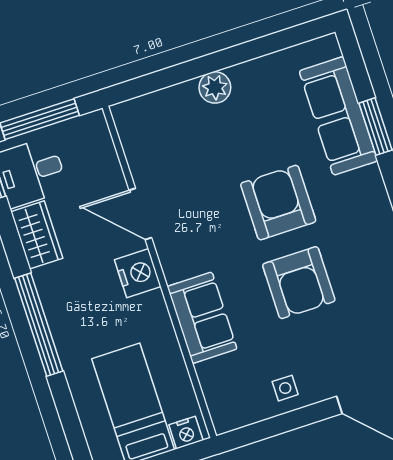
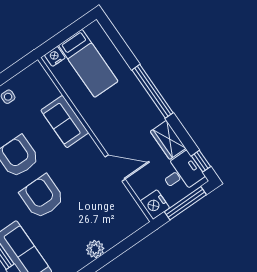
armchair: (278, 203) -> (42, 197), turned 180
nightstand: (138, 273) -> (155, 205), moved

